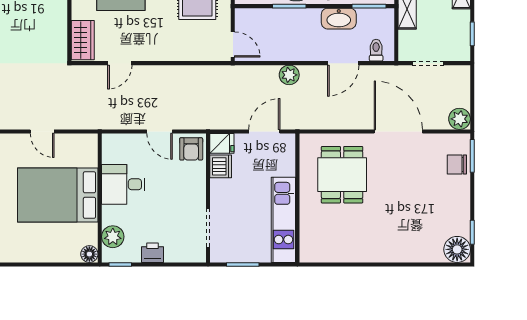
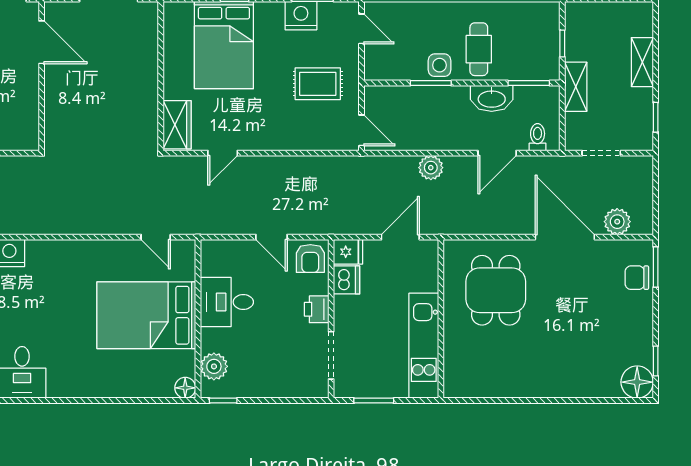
plant: (460, 119) -> (617, 222), moved
door: (42, 131) -> (156, 237), moved
printer: (153, 253) -> (317, 309), moved, turned -90

